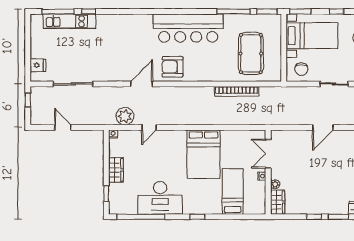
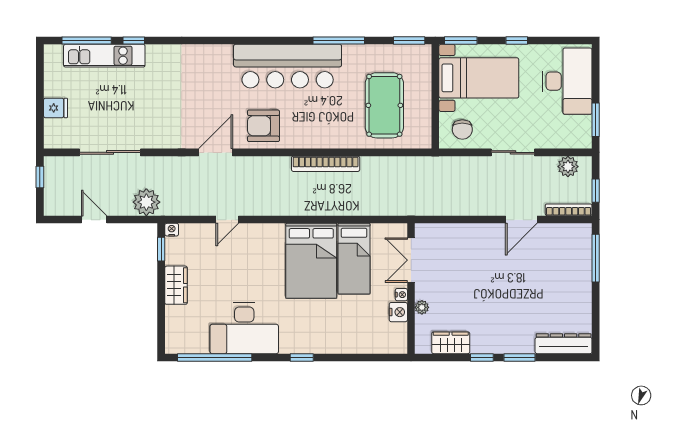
window: (234, 11) -> (339, 40), moved
fridge: (38, 65) -> (56, 108), moved
bookcase: (237, 91) -> (326, 164), moved
plant: (125, 116) -> (146, 202), moved
door: (323, 127) -> (521, 220), moved
nightstand: (260, 187) -> (398, 312), added
bed: (233, 191) -> (354, 259), moved, turned 180
window: (106, 193) -> (161, 249), moved
wardrobe: (278, 202) -> (451, 343), moved, turned -90

